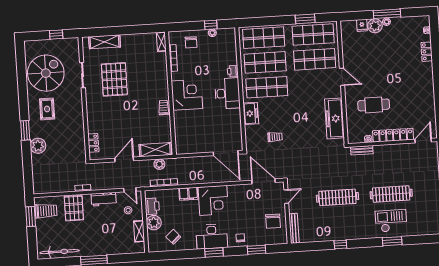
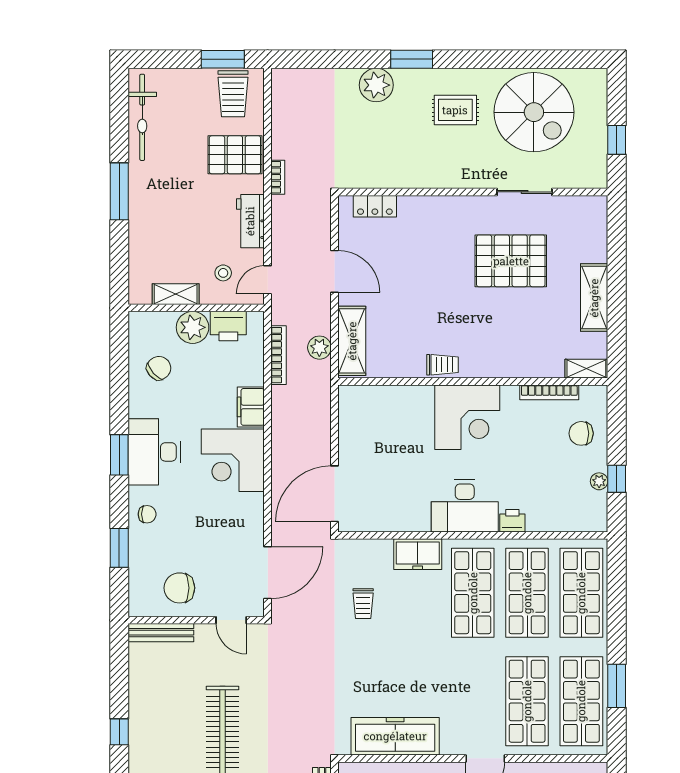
shelving: (105, 42) -> (594, 298), moved

